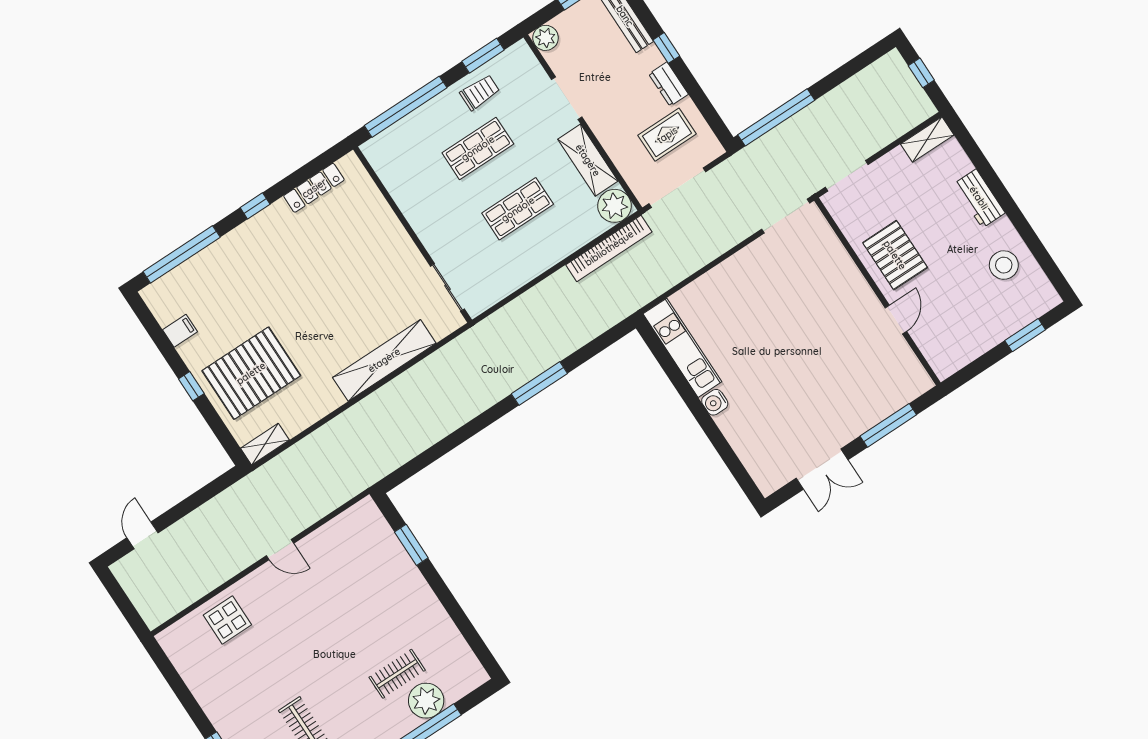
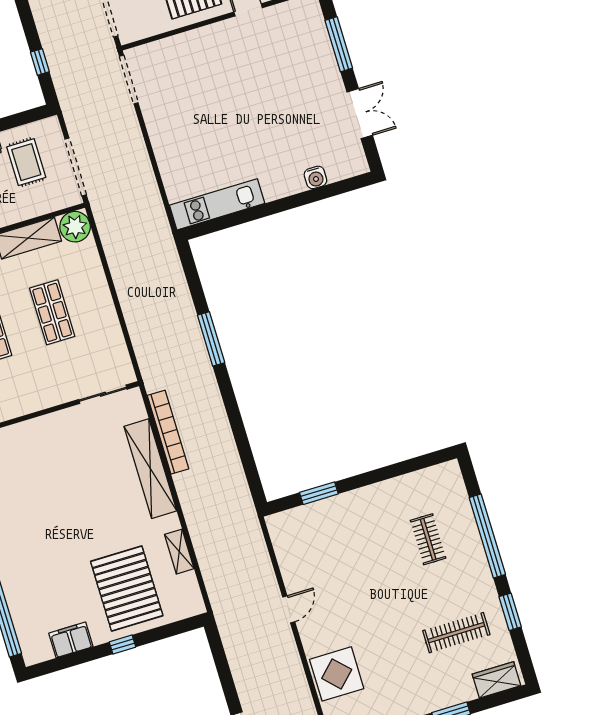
window: (776, 117) -> (40, 62), width x0.32
bookcase: (609, 248) -> (168, 432), moved
filing cabinet: (180, 331) -> (71, 640), width x2.00
water cooler: (715, 402) -> (315, 177), moved
shelving: (265, 444) -> (179, 552), moved
display table: (227, 620) -> (337, 674), width x1.36, depth x1.36
plant: (426, 701) -> (459, 521), removed

